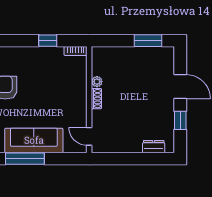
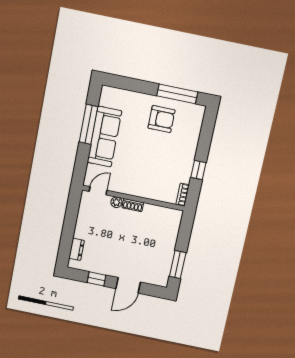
plant: (97, 82) -> (116, 202), moved

